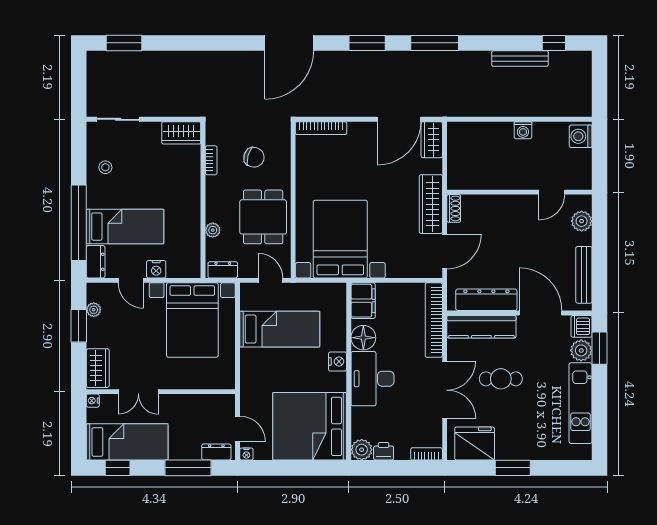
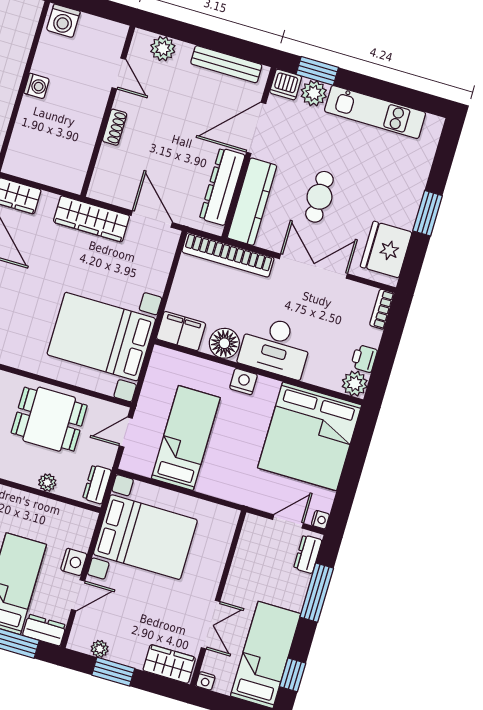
shoe rack: (454, 208) -> (115, 127), moved, turned 90

